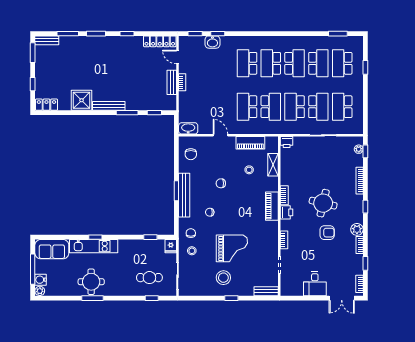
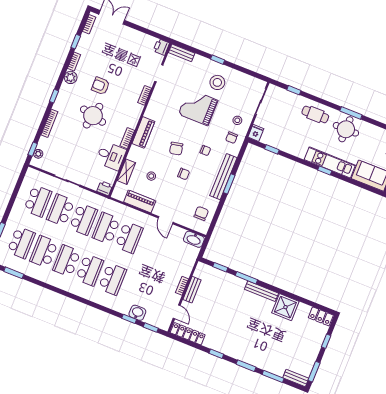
chair: (237, 203) -> (176, 149), added
printer: (286, 212) -> (161, 47), moved
cafe table: (149, 278) -> (315, 114), moved
desk: (315, 284) -> (111, 156), moved, turned 90

